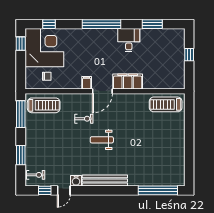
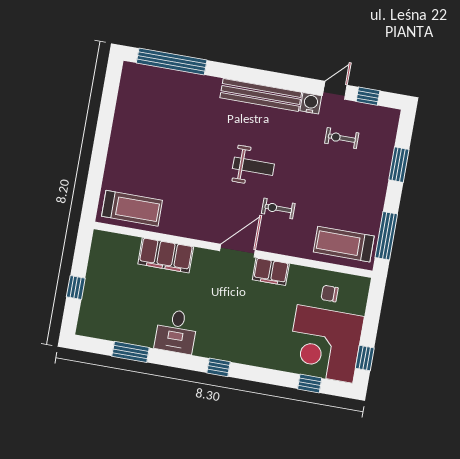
window: (102, 24) -> (219, 367), width x0.32
filing cabinet: (128, 81) -> (166, 255), moved
filing cabinet: (87, 83) -> (271, 272), width x2.00
exercise bike: (36, 175) -> (342, 138), moved

